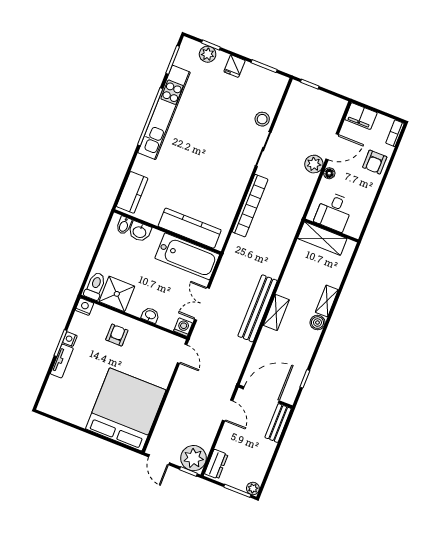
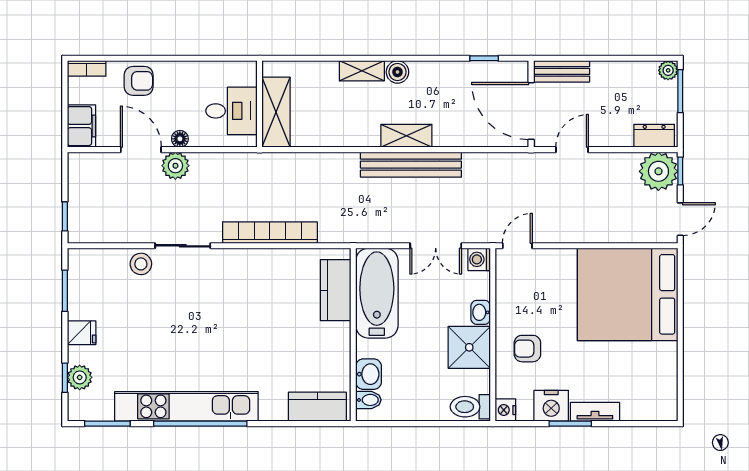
kitchen counter: (190, 228) -> (336, 290), width x0.67
shower: (117, 294) -> (469, 347), moved
nightstand: (70, 339) -> (551, 406), width x1.89, depth x1.79

